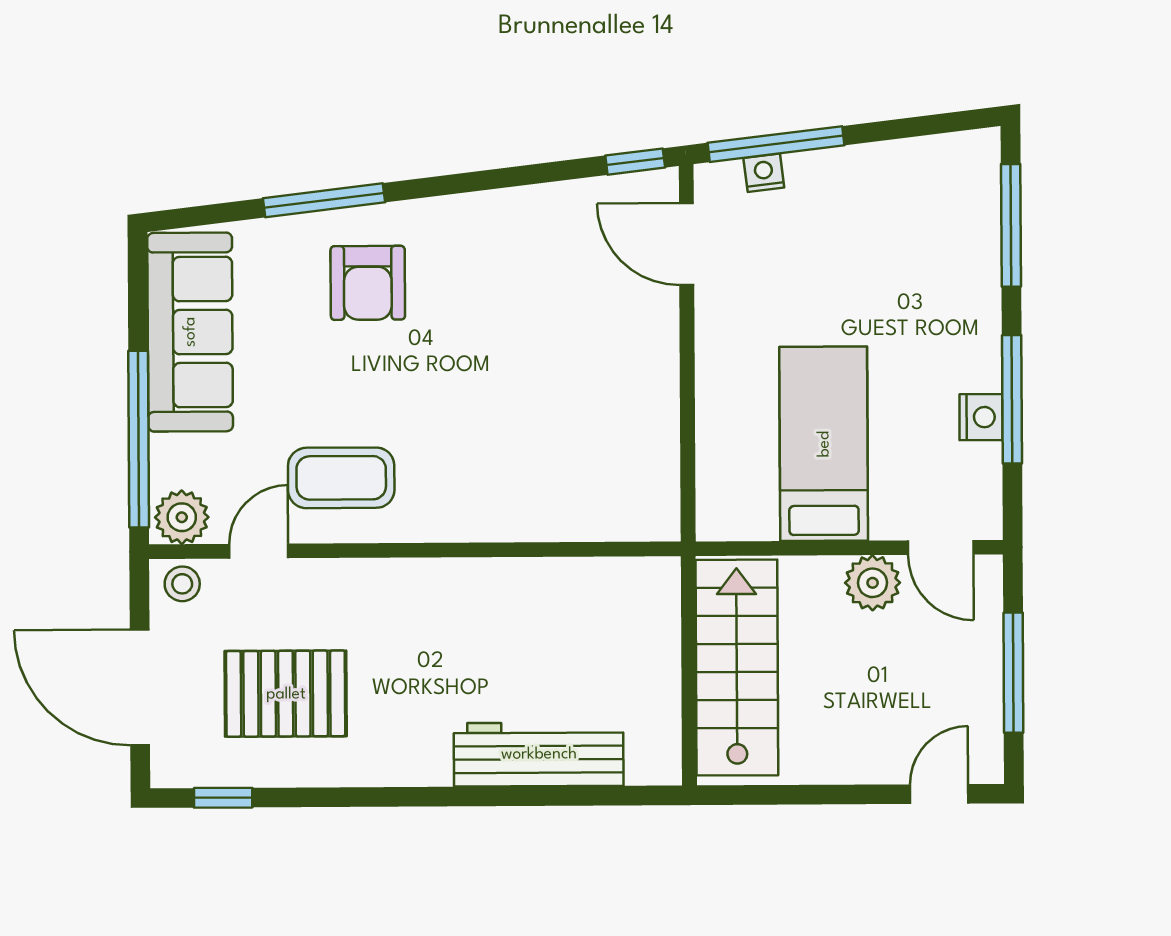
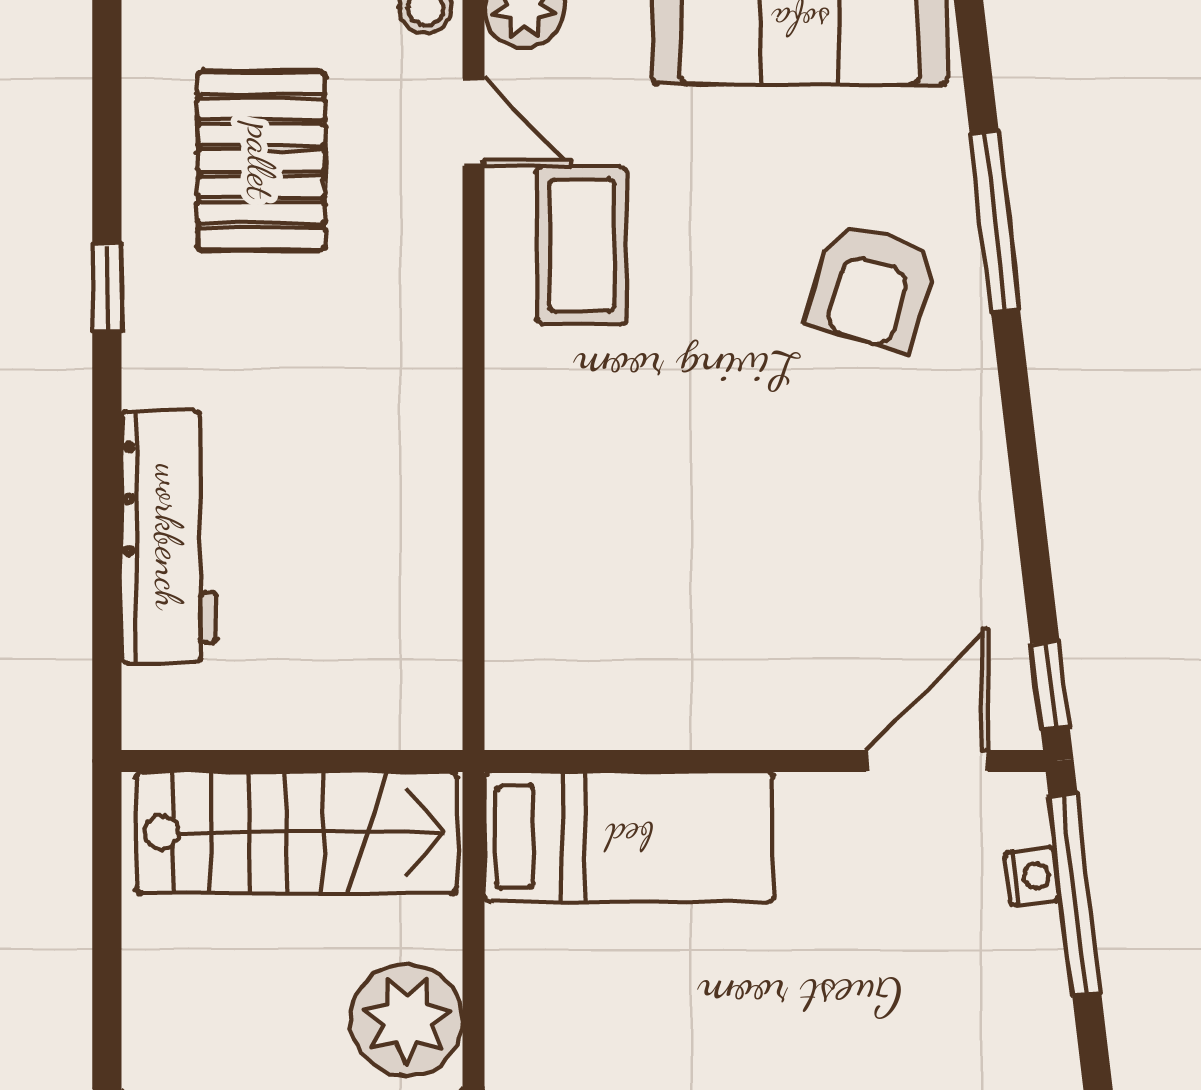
armchair: (368, 283) -> (872, 286), turned -74
bed: (824, 444) -> (629, 837), moved
plant: (873, 583) -> (407, 1020), width x1.36, depth x1.36
window: (223, 798) -> (107, 288), moved

